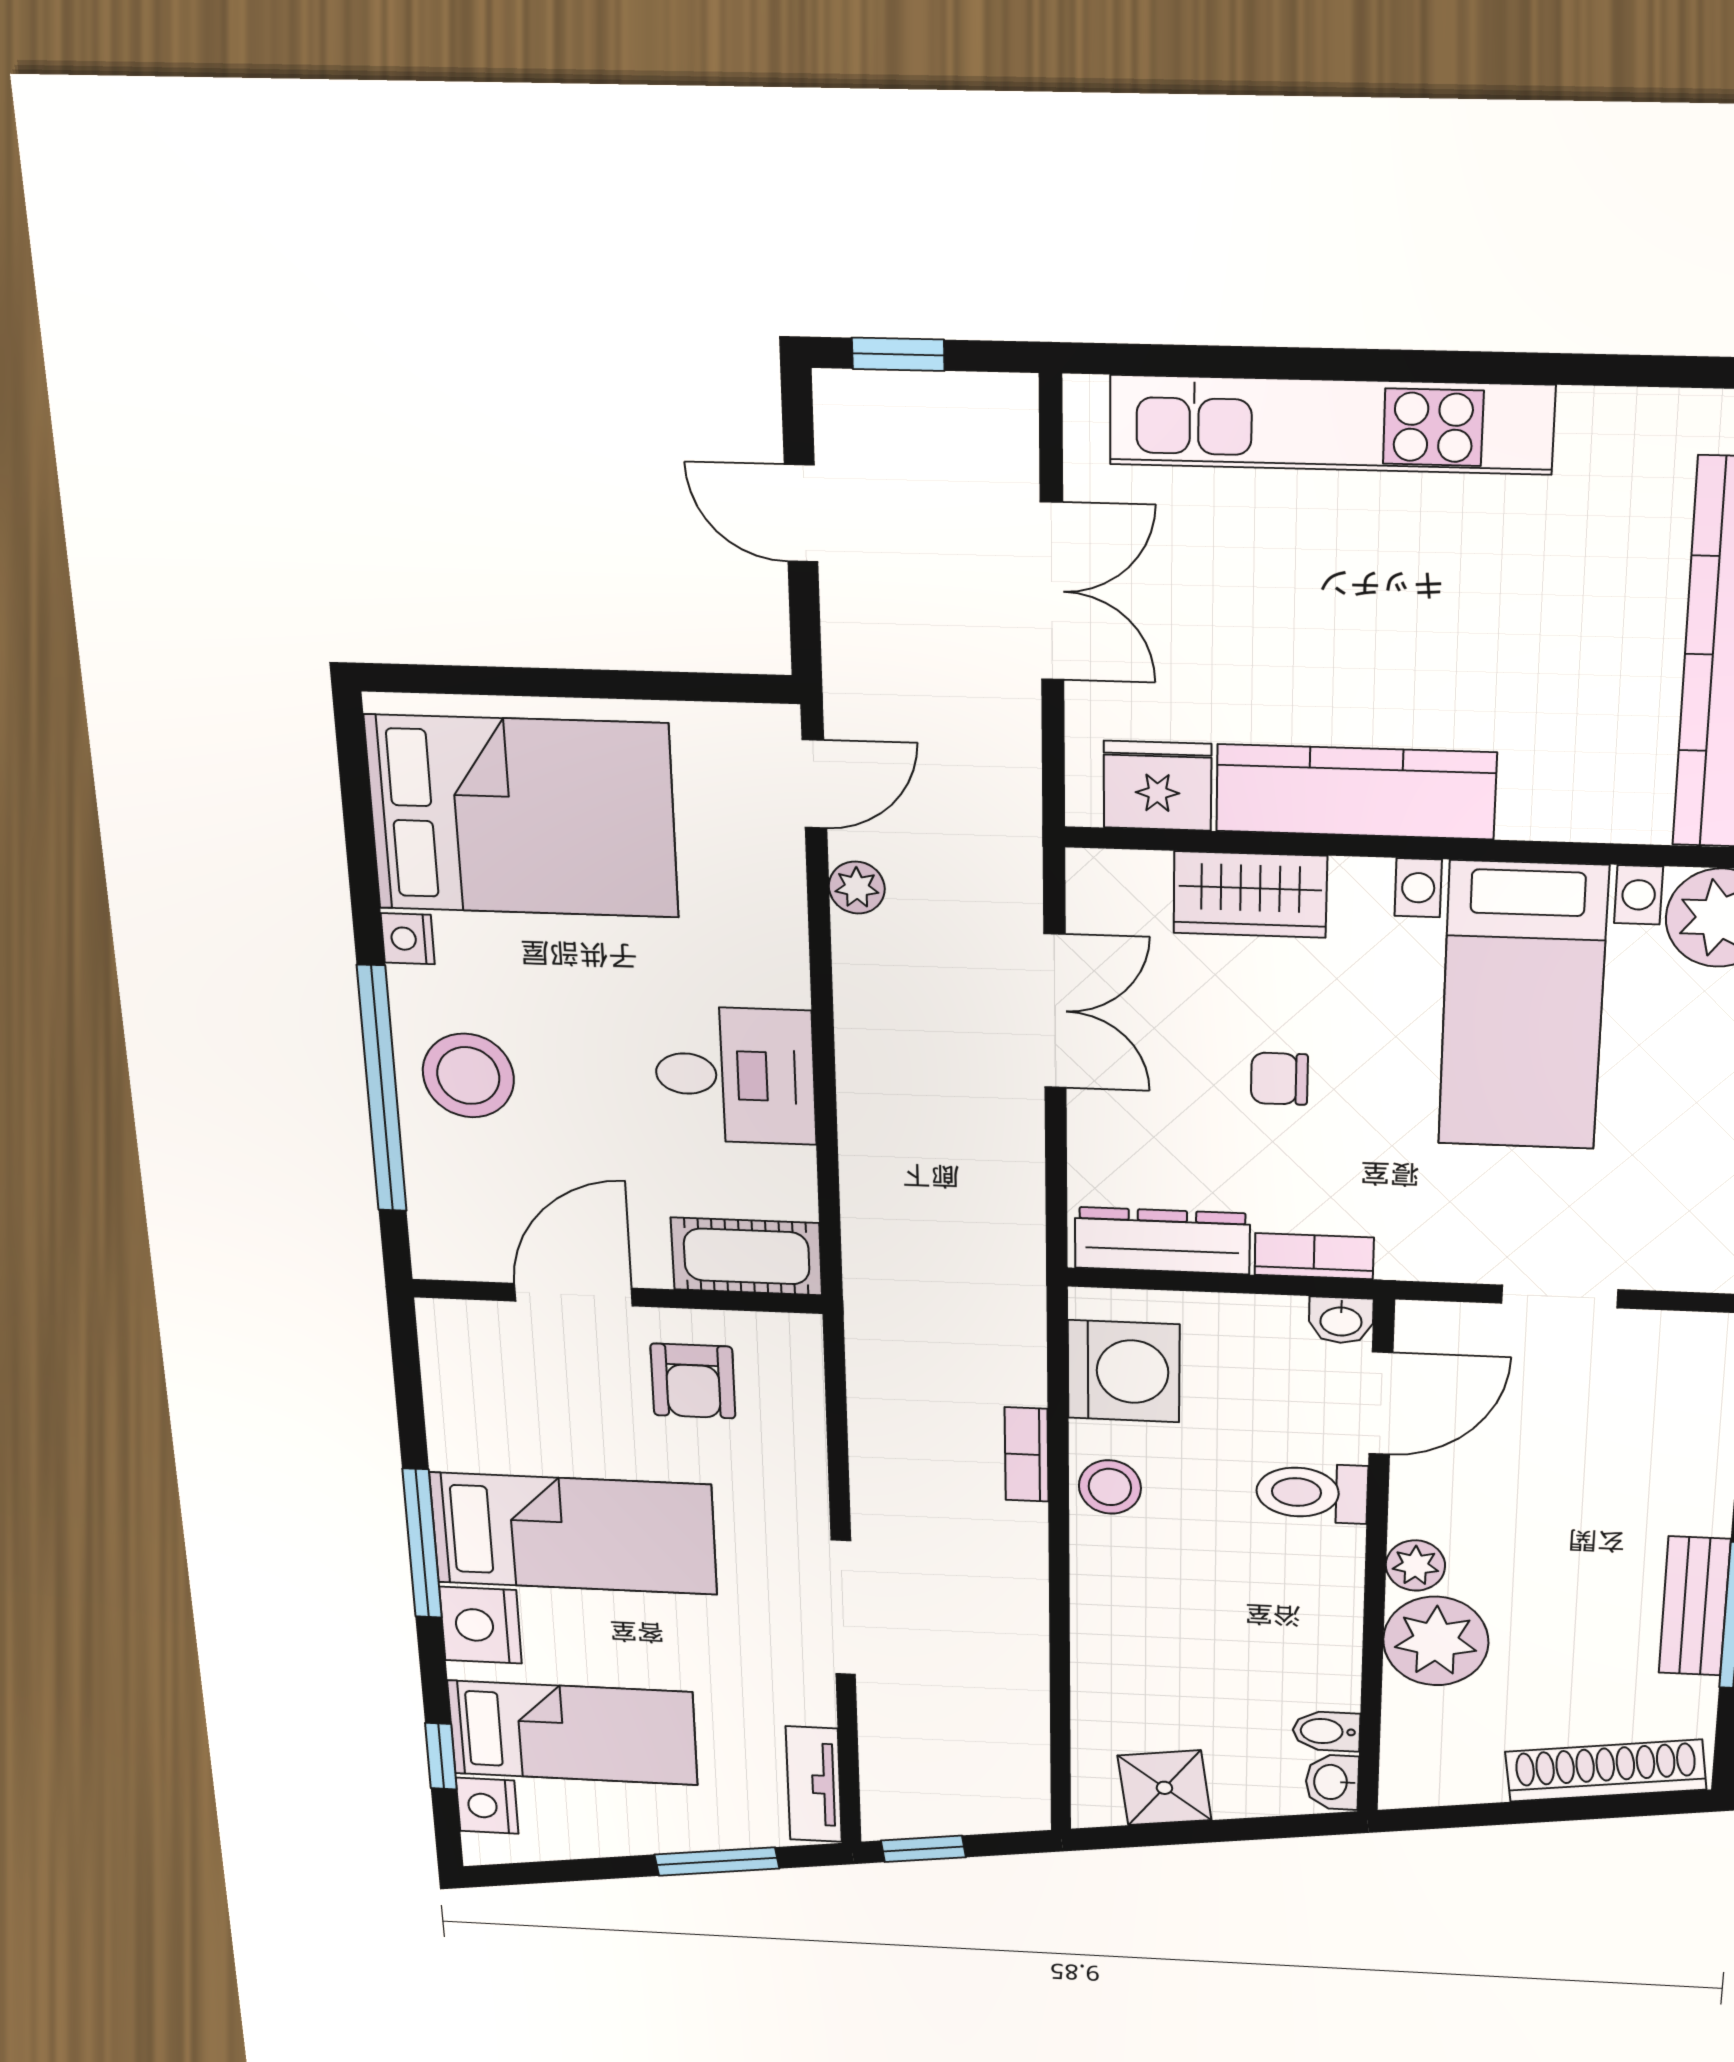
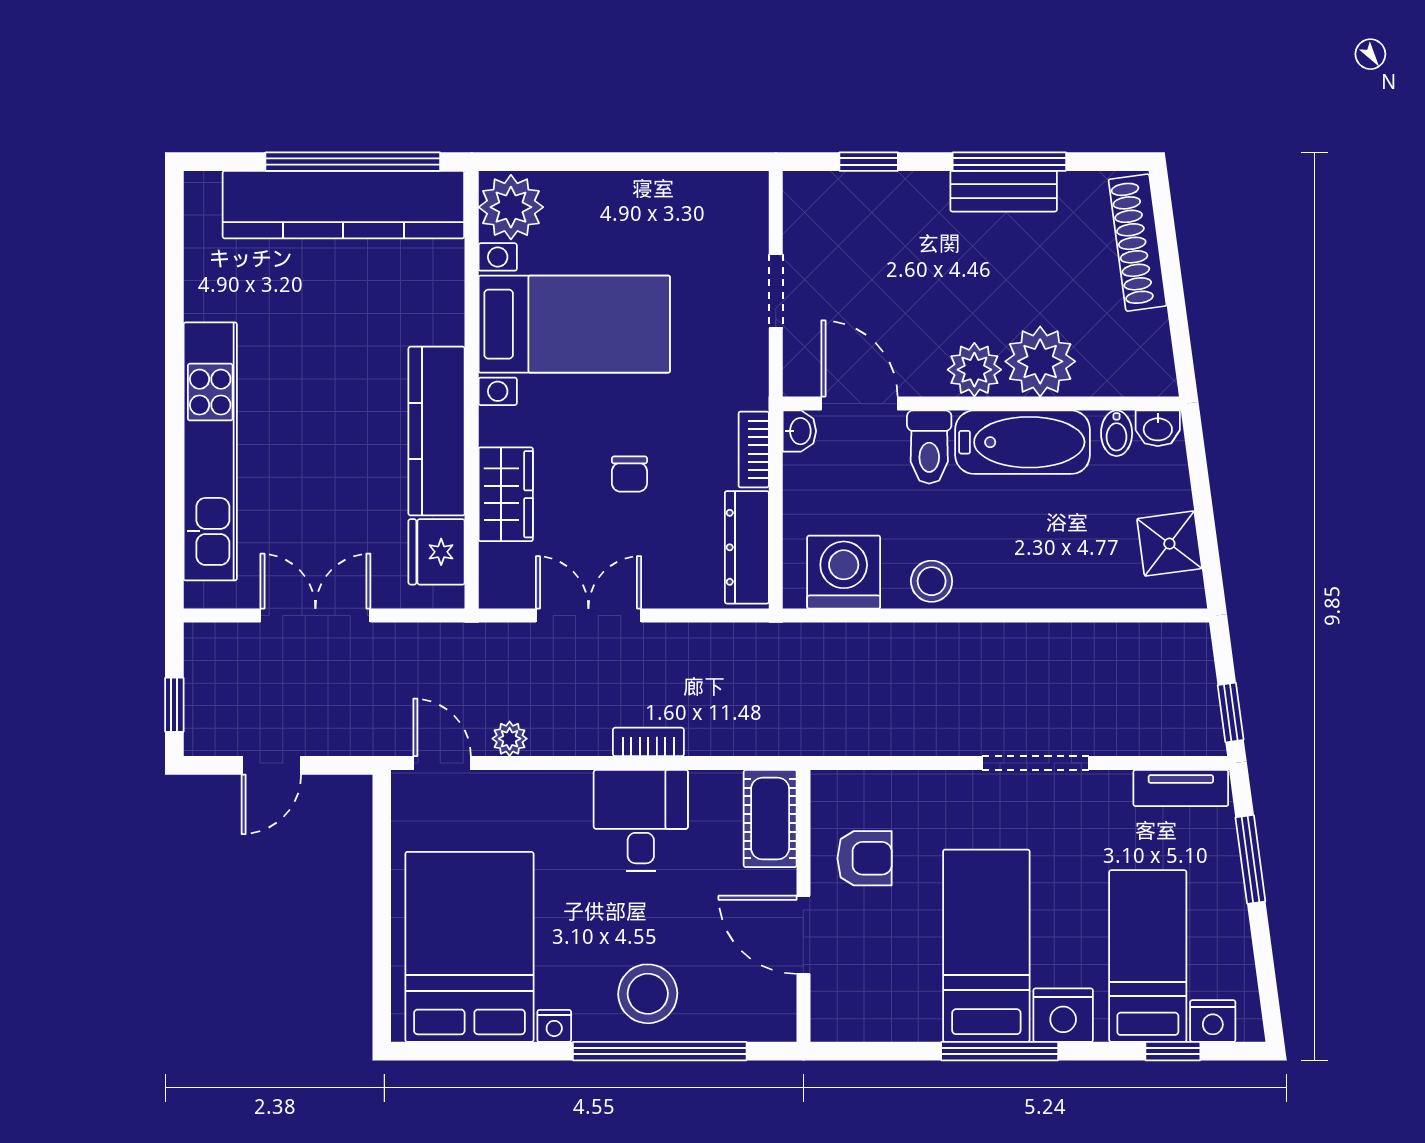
bookcase: (1027, 1454) -> (648, 742), moved, turned 180
plant: (1415, 1565) -> (974, 370), width x1.38, depth x1.38
bathtub: (1316, 1613) -> (1023, 442), added

